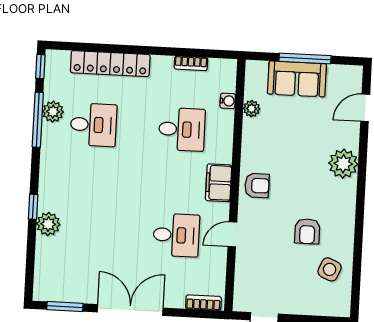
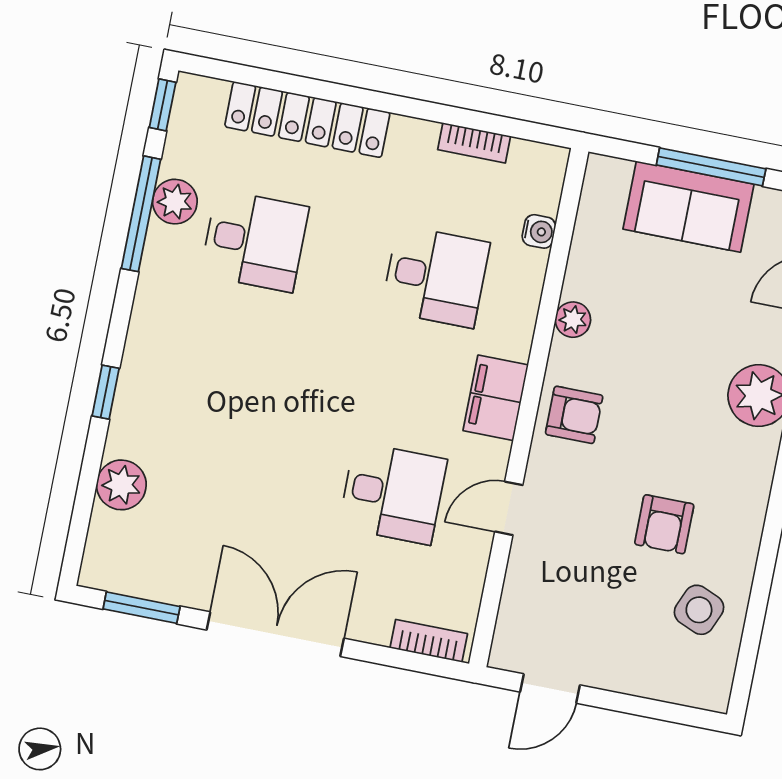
plant: (252, 109) -> (573, 320), moved
plant: (48, 224) -> (121, 485), moved

